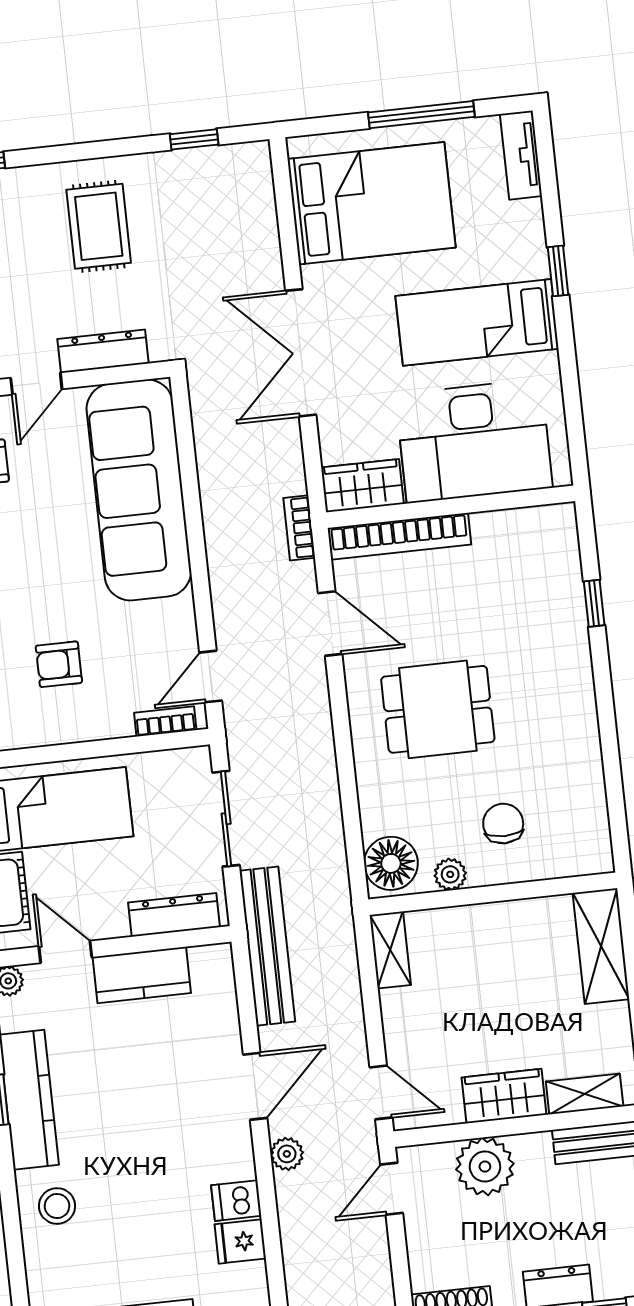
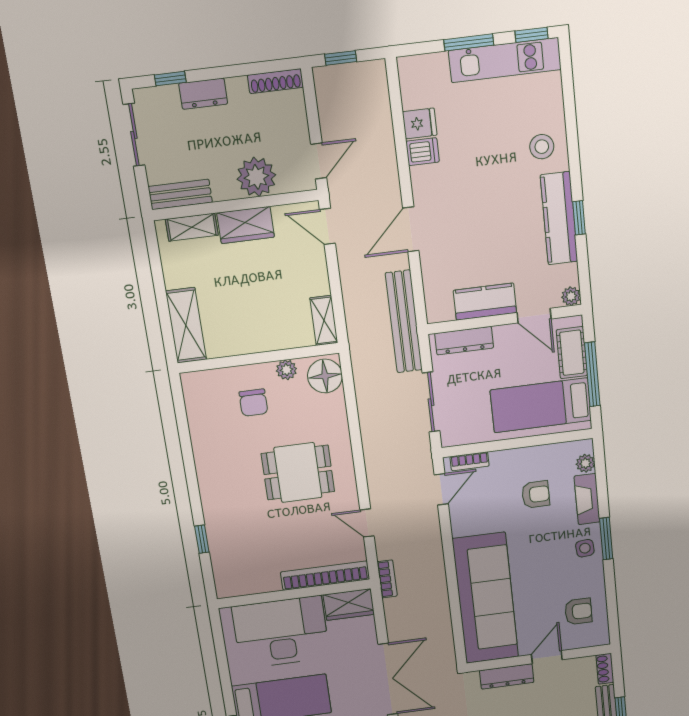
door: (330, 623) -> (367, 523), width x0.73
plant: (287, 1154) -> (389, 184), removed

